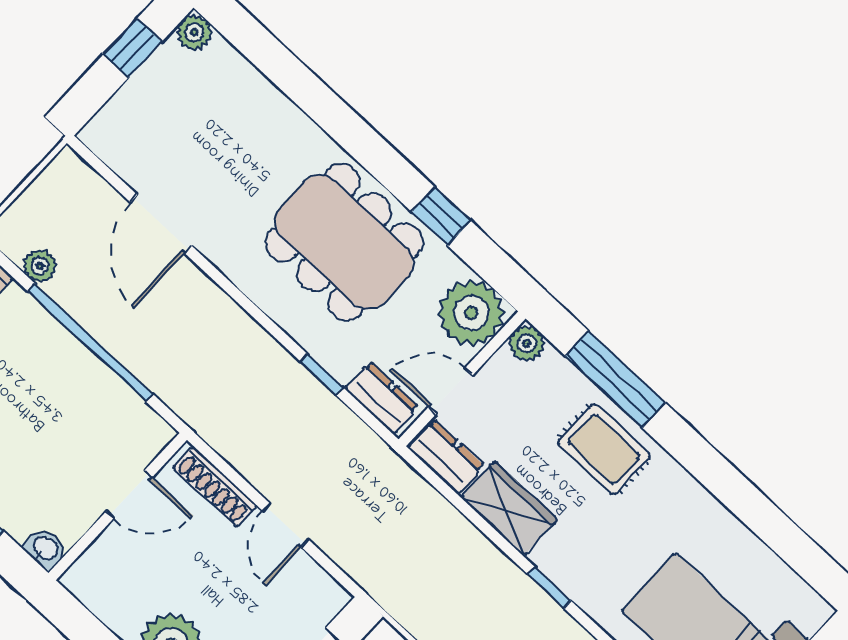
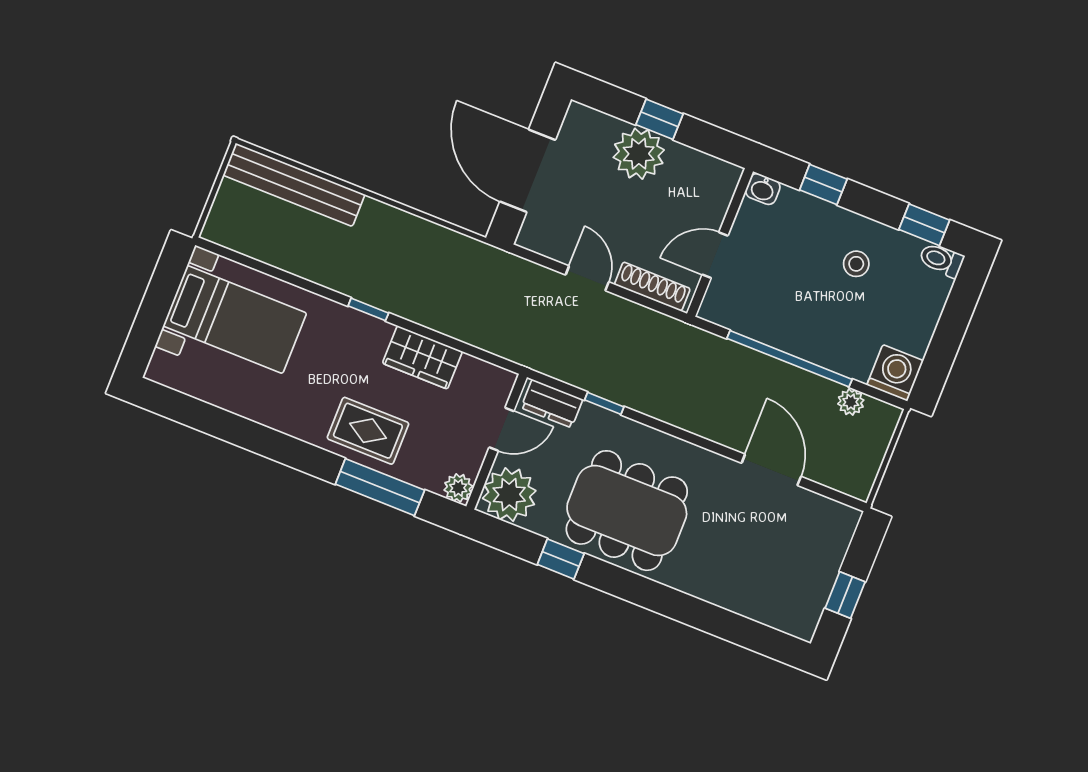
plant: (194, 32) -> (803, 625), removed
dresser: (446, 457) -> (486, 378), removed

